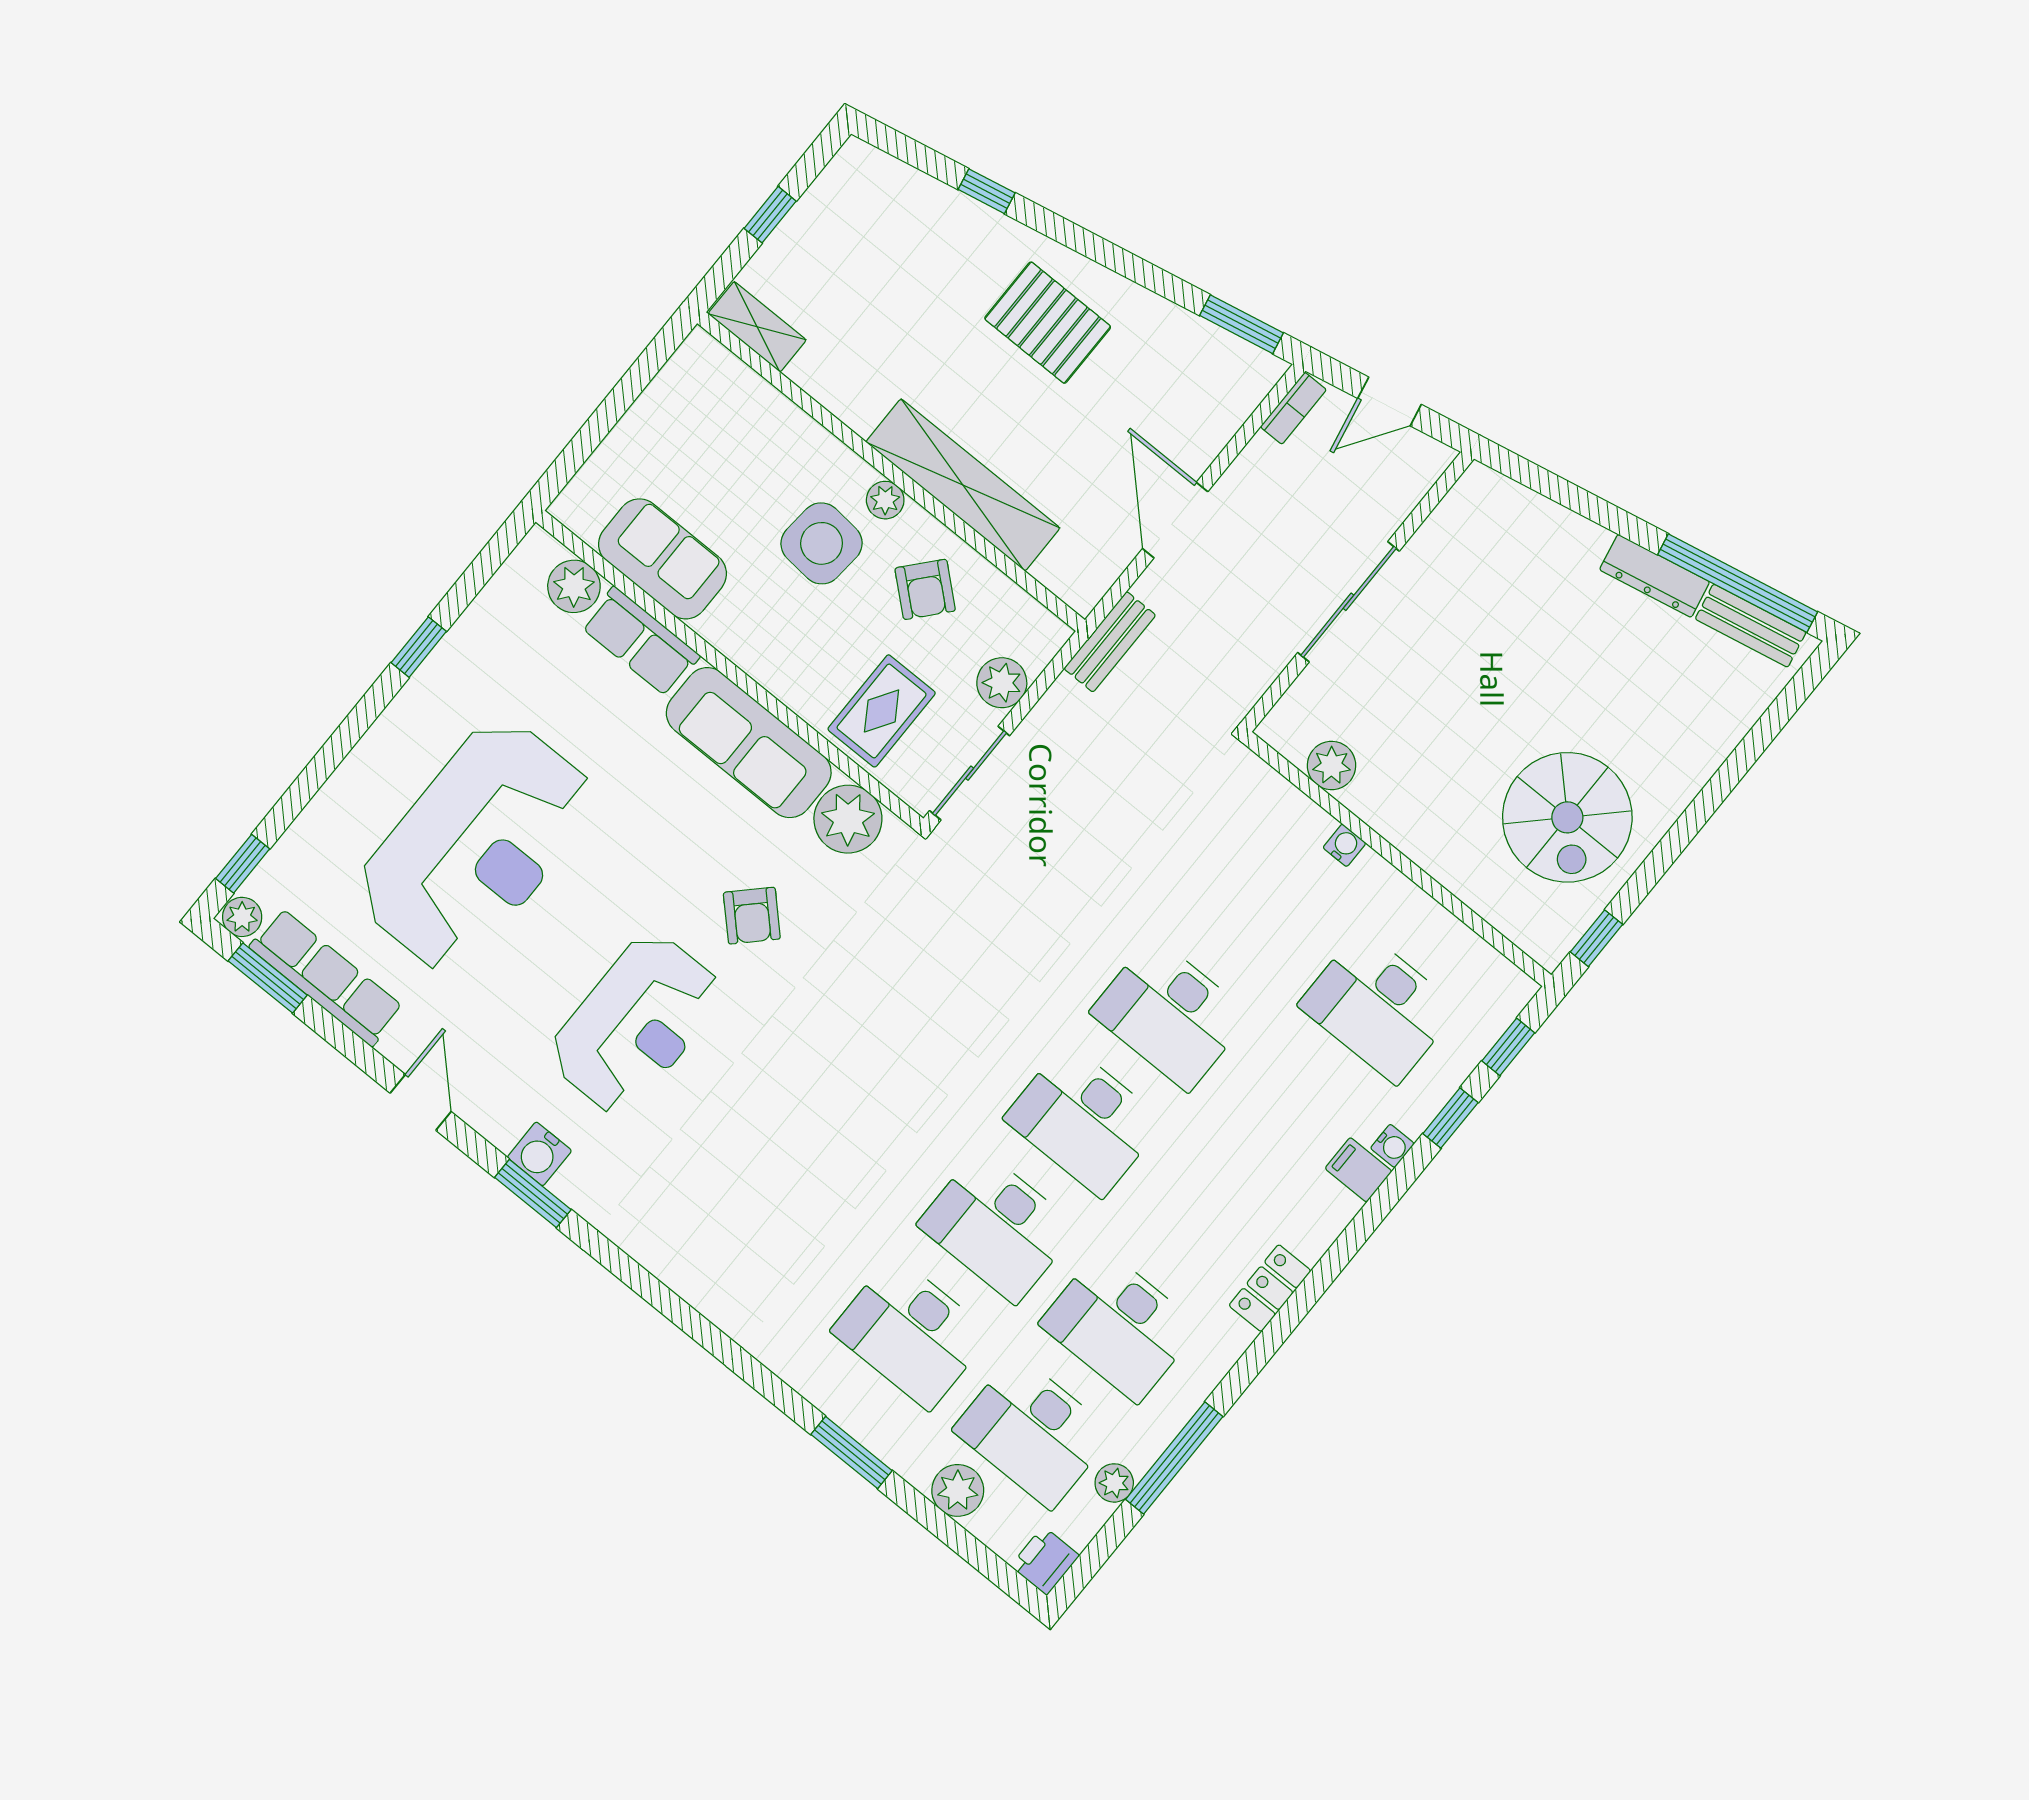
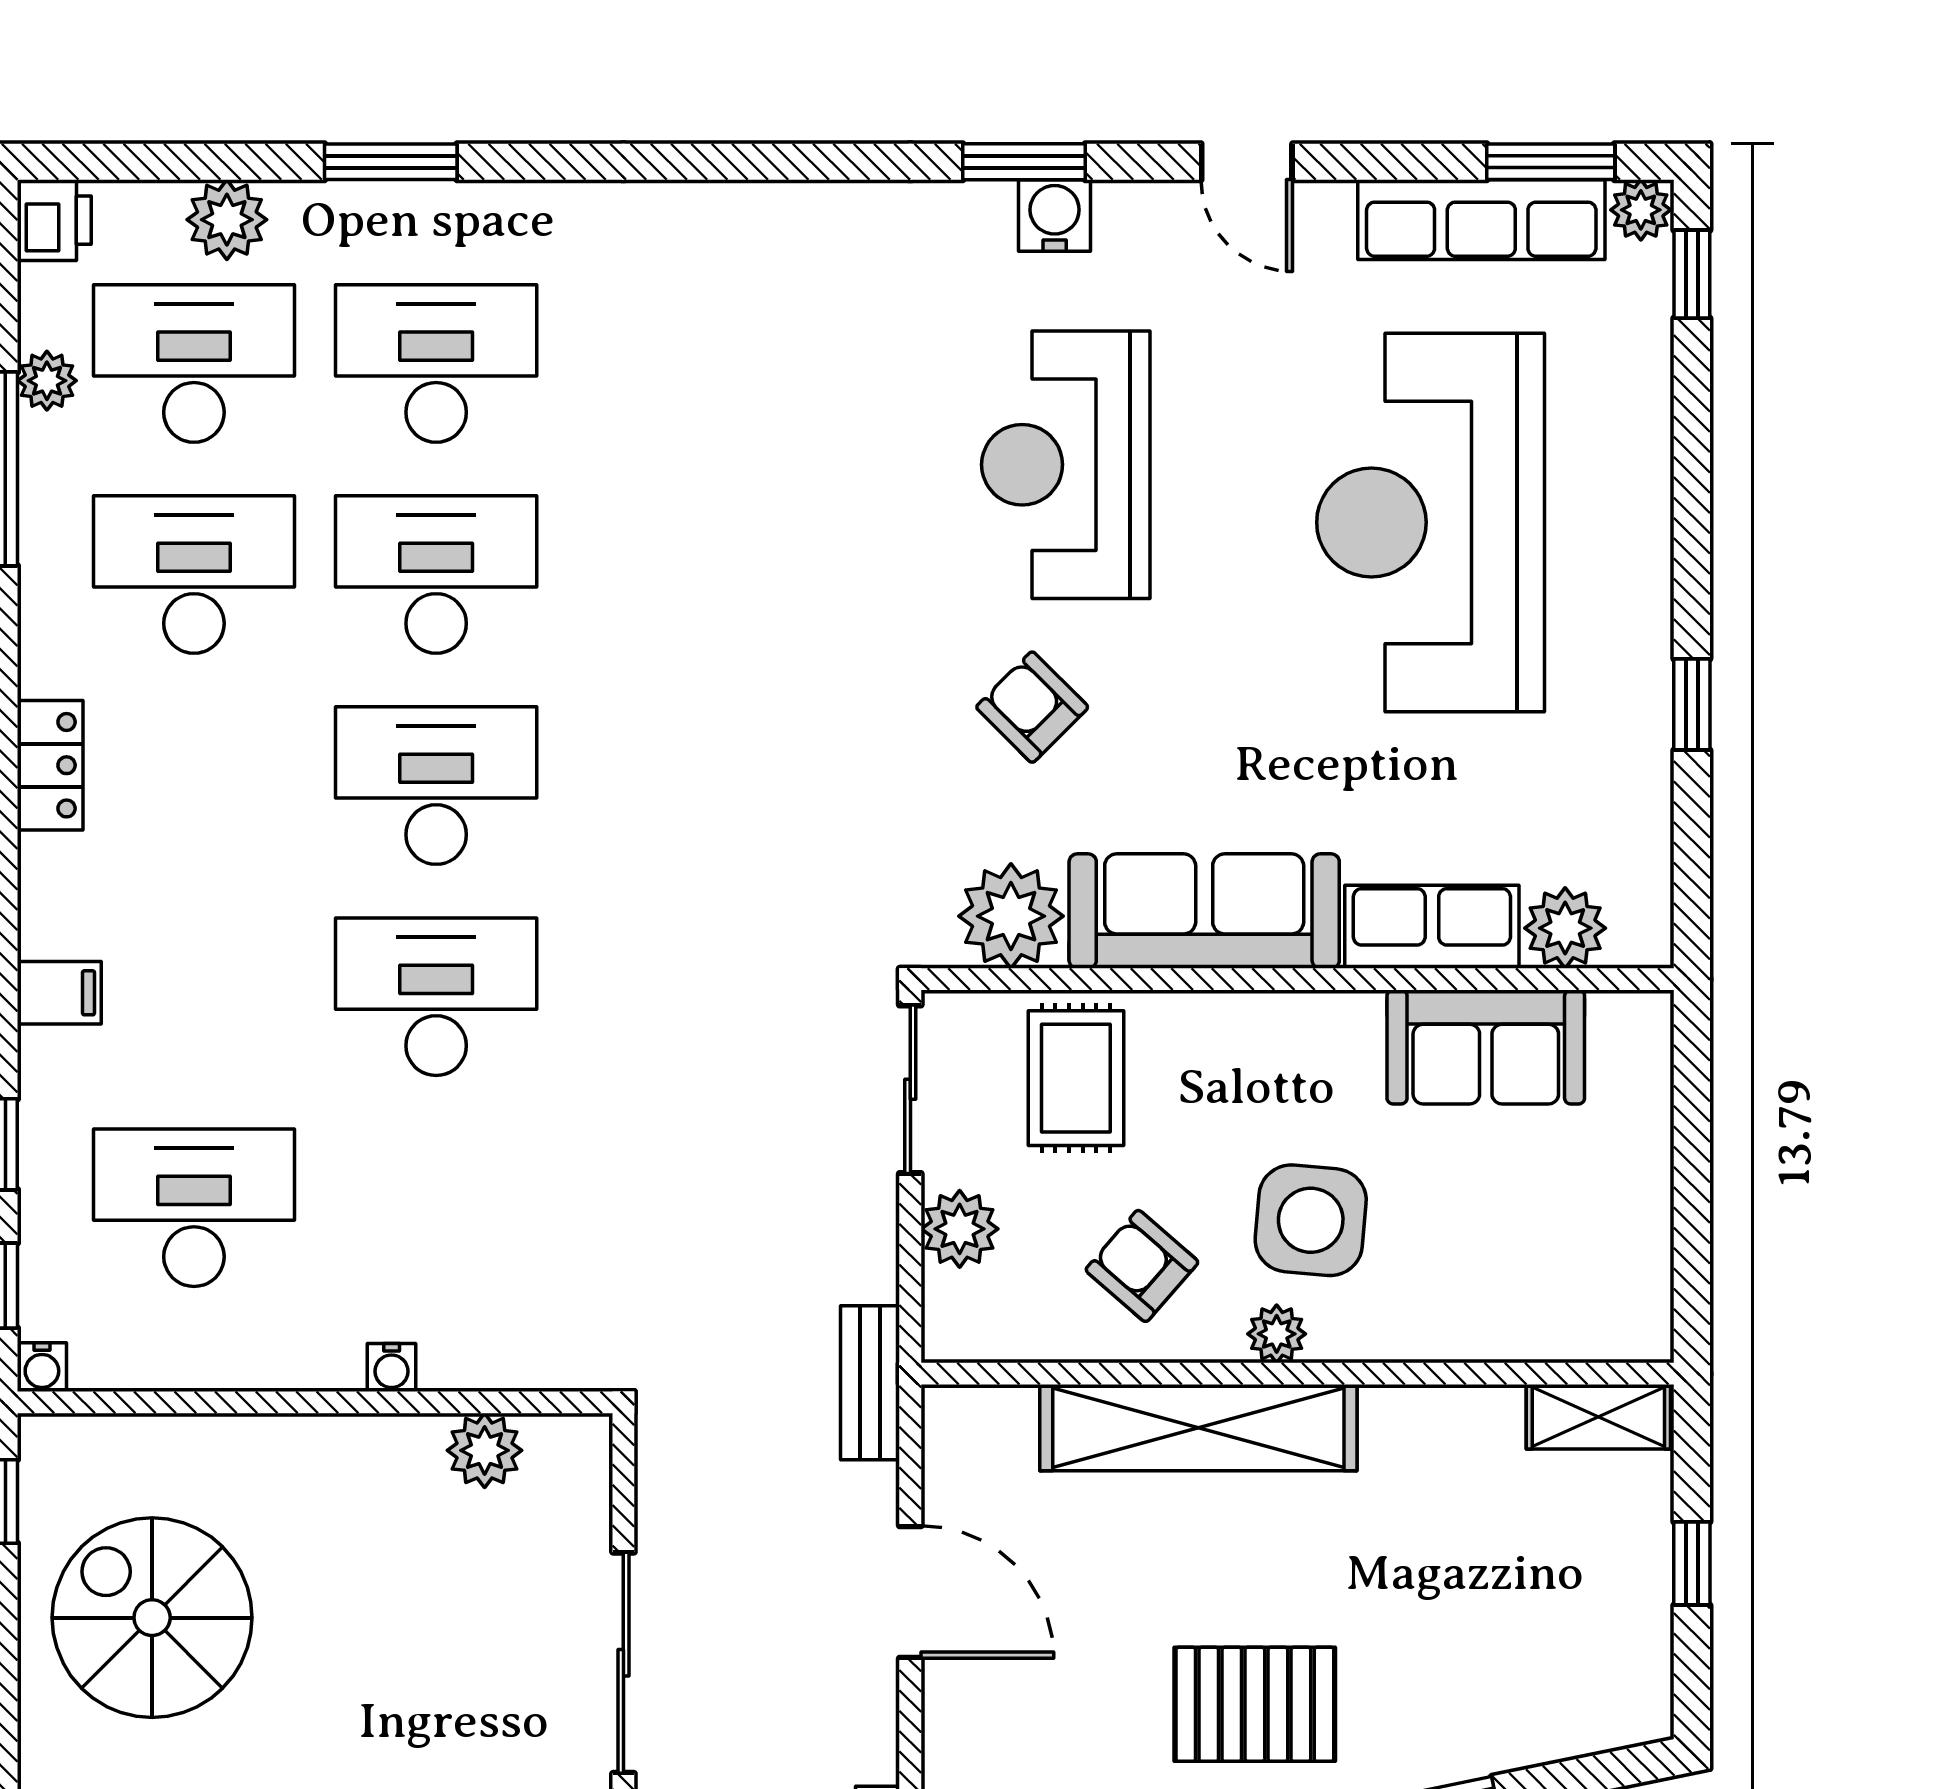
water cooler: (1392, 1146) -> (42, 1367), moved, turned -90

